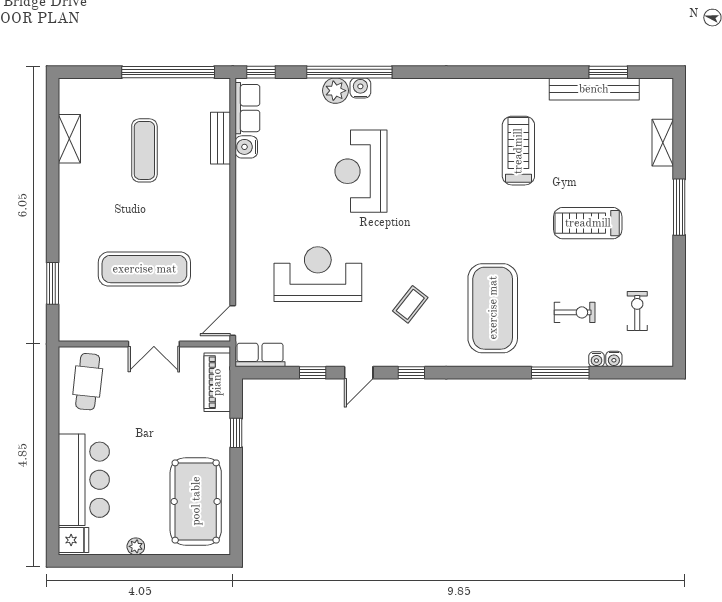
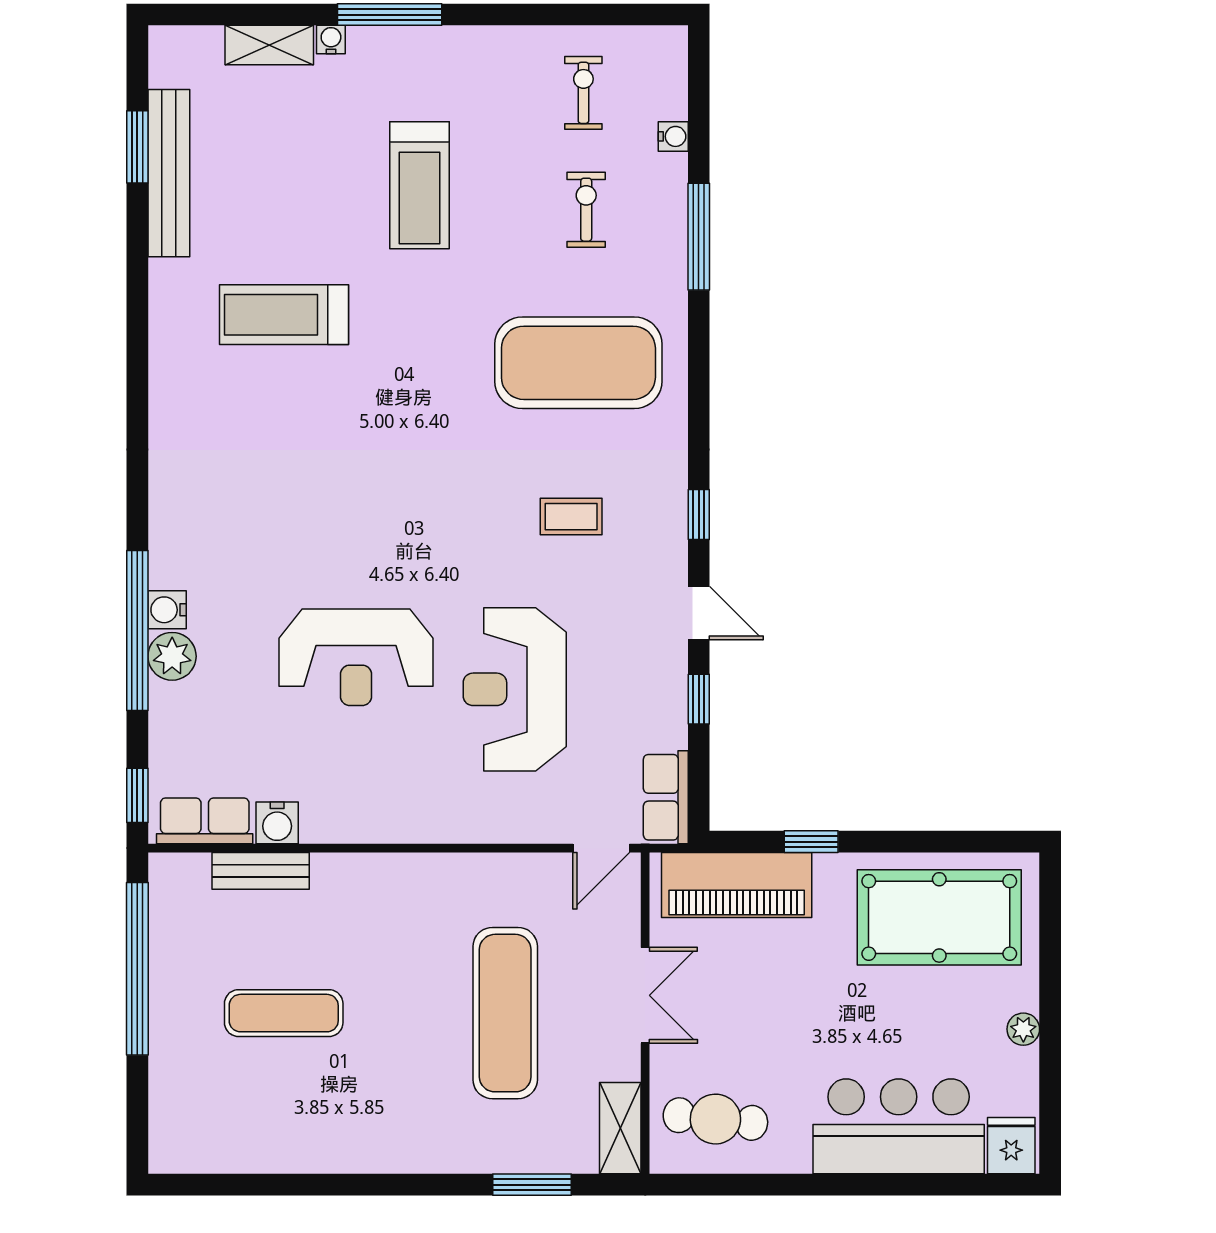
shelving: (69, 139) -> (620, 1128), moved, turned 90
reception desk: (361, 171) -> (356, 657), moved
coffee table: (410, 304) -> (571, 517), turned -38
exercise bike: (637, 311) -> (583, 93), turned 90
door: (233, 320) -> (601, 848), hinge flipped
water cooler: (596, 359) -> (331, 40), moved, turned -90
piano: (217, 382) -> (737, 885), width x1.37, depth x1.33

